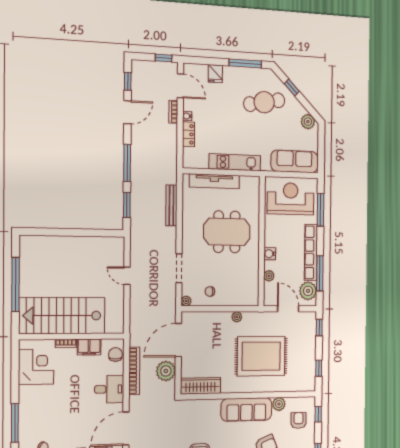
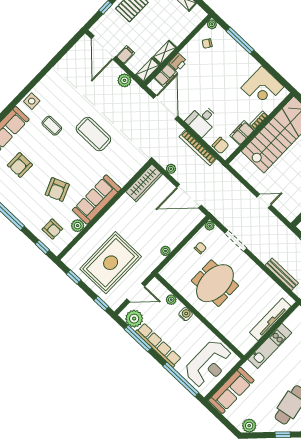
window: (320, 210) -> (181, 379), width x1.46
meeting table: (227, 232) -> (215, 283), moved
door: (178, 340) -> (189, 196), swing flipped
rug: (261, 356) -> (111, 263), moved
plant: (166, 371) -> (171, 169), width x0.53, depth x0.53

